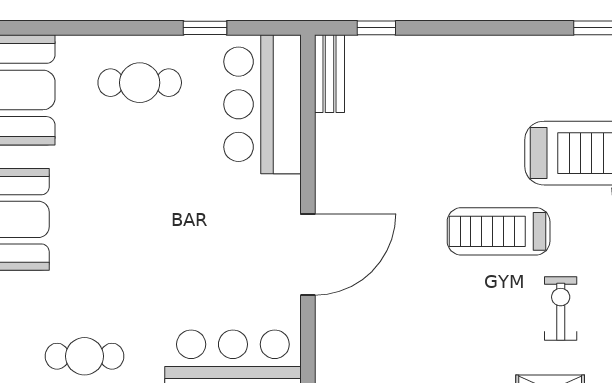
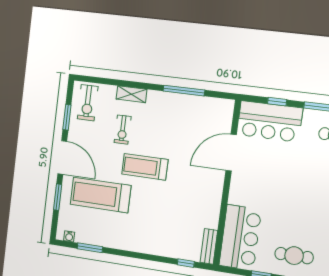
treadmill: (499, 231) -> (145, 167), turned 180
door: (308, 255) -> (231, 153), moved

